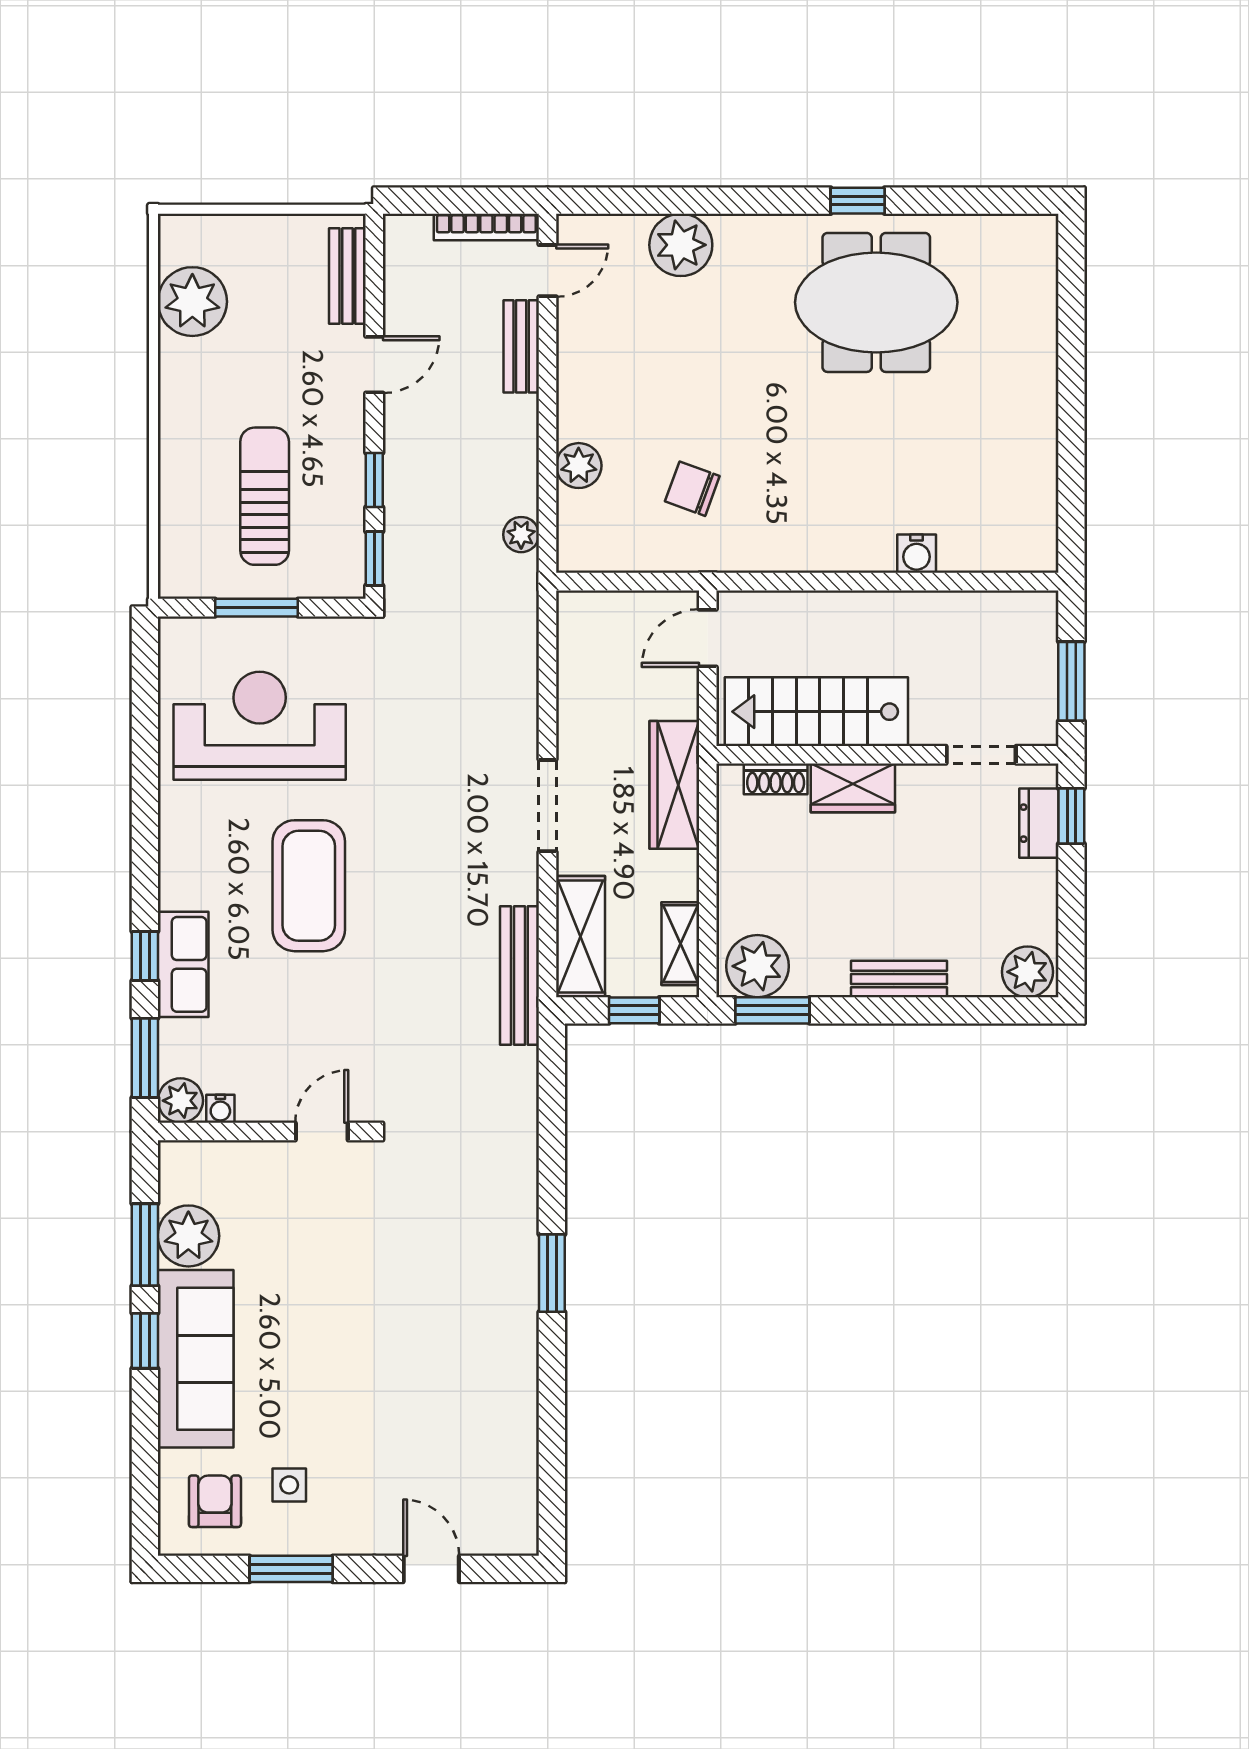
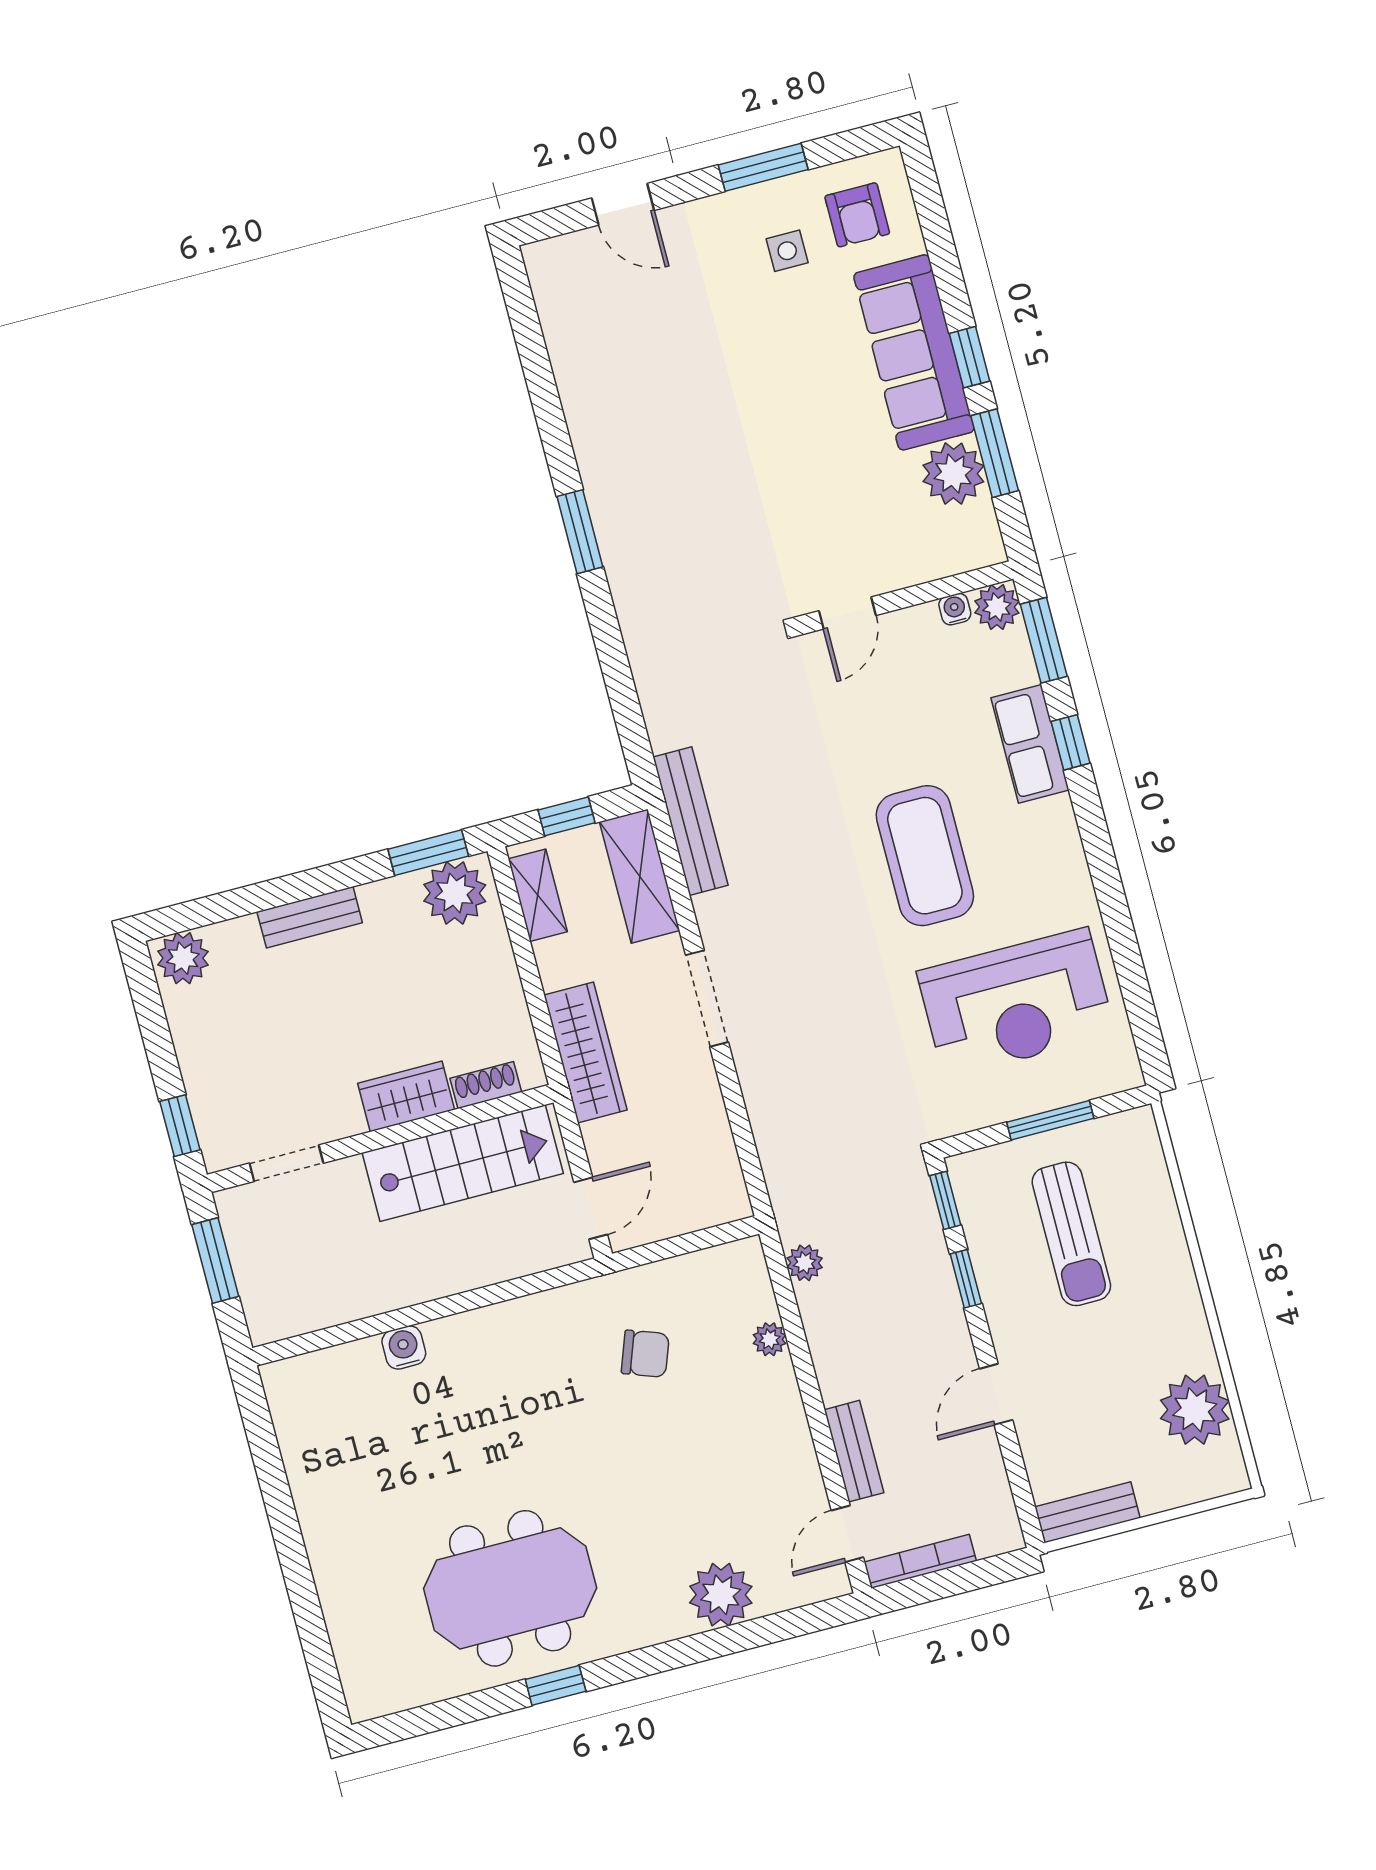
bench: (347, 276) -> (1088, 1512), moved, turned 90
plant: (579, 466) -> (770, 1339), width x0.73, depth x0.73
dresser: (1039, 823) -> (211, 1110), removed

